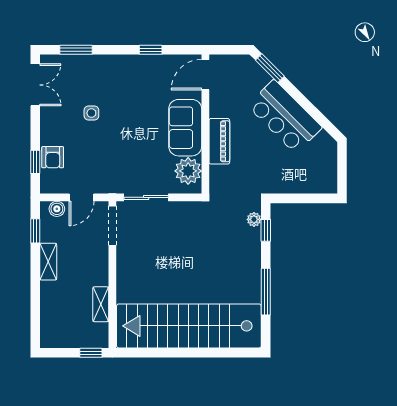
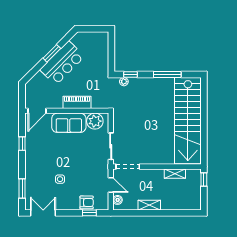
window: (270, 68) -> (52, 53), moved
door: (205, 75) -> (37, 111), hinge flipped
window: (35, 231) -> (131, 213), removed

